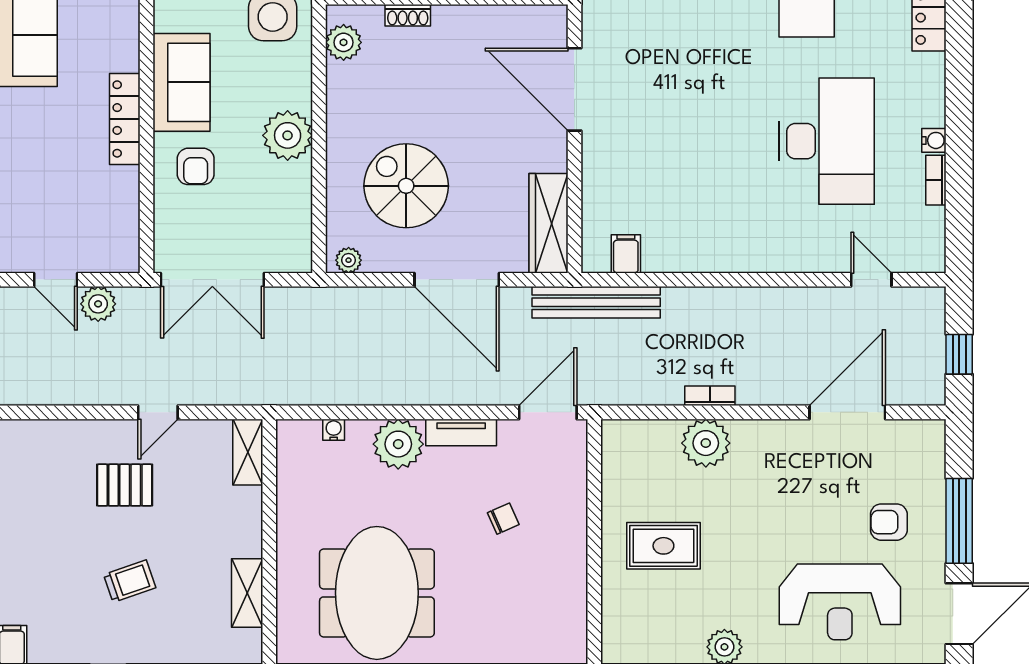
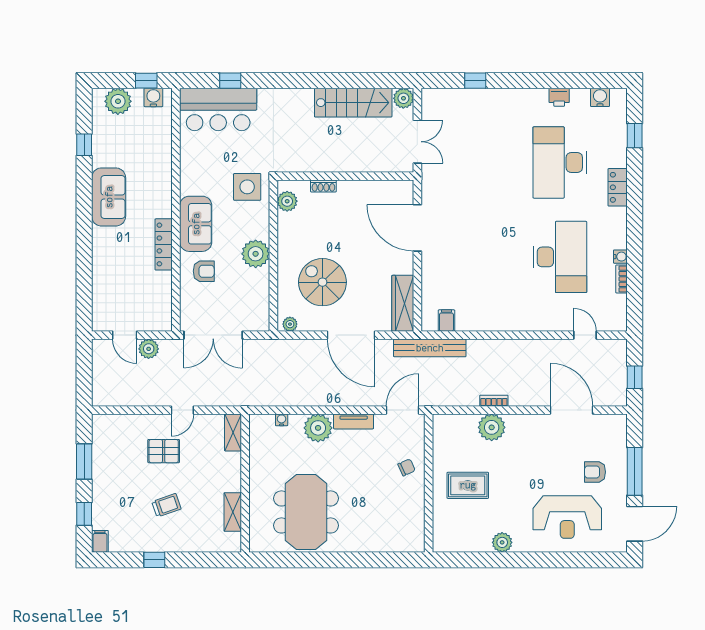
armchair: (196, 166) -> (204, 271), turned -90
door: (847, 412) -> (572, 410), hinge flipped
chair: (503, 519) -> (407, 467), moved

